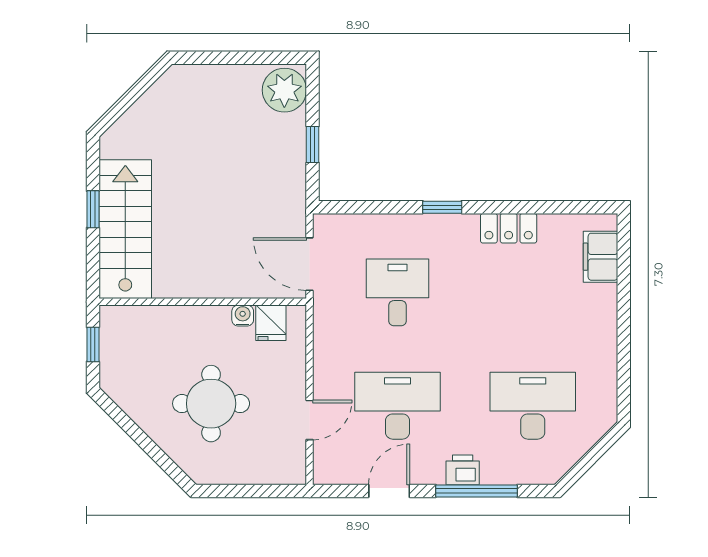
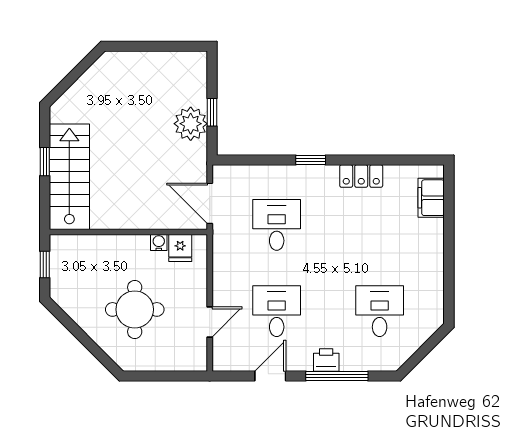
plant: (284, 90) -> (191, 124), moved
desk: (398, 406) -> (277, 311), width x0.73
desk: (533, 406) -> (380, 311), width x0.73

